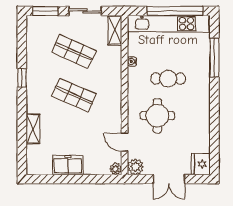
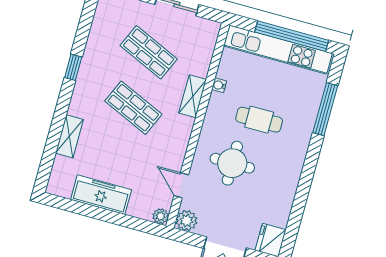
shelving: (115, 30) -> (193, 96), moved
freezer: (68, 165) -> (101, 195), width x1.40

